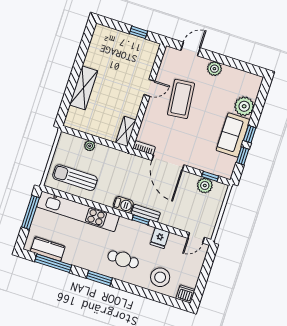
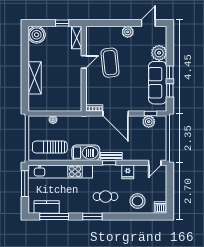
boiler: (103, 36) -> (37, 35), added
door: (191, 49) -> (148, 23), moved
shelving: (126, 131) -> (77, 38), moved
sofa: (233, 135) -> (158, 83), width x1.36
barbecue: (123, 204) -> (86, 153), width x1.88, depth x1.53

